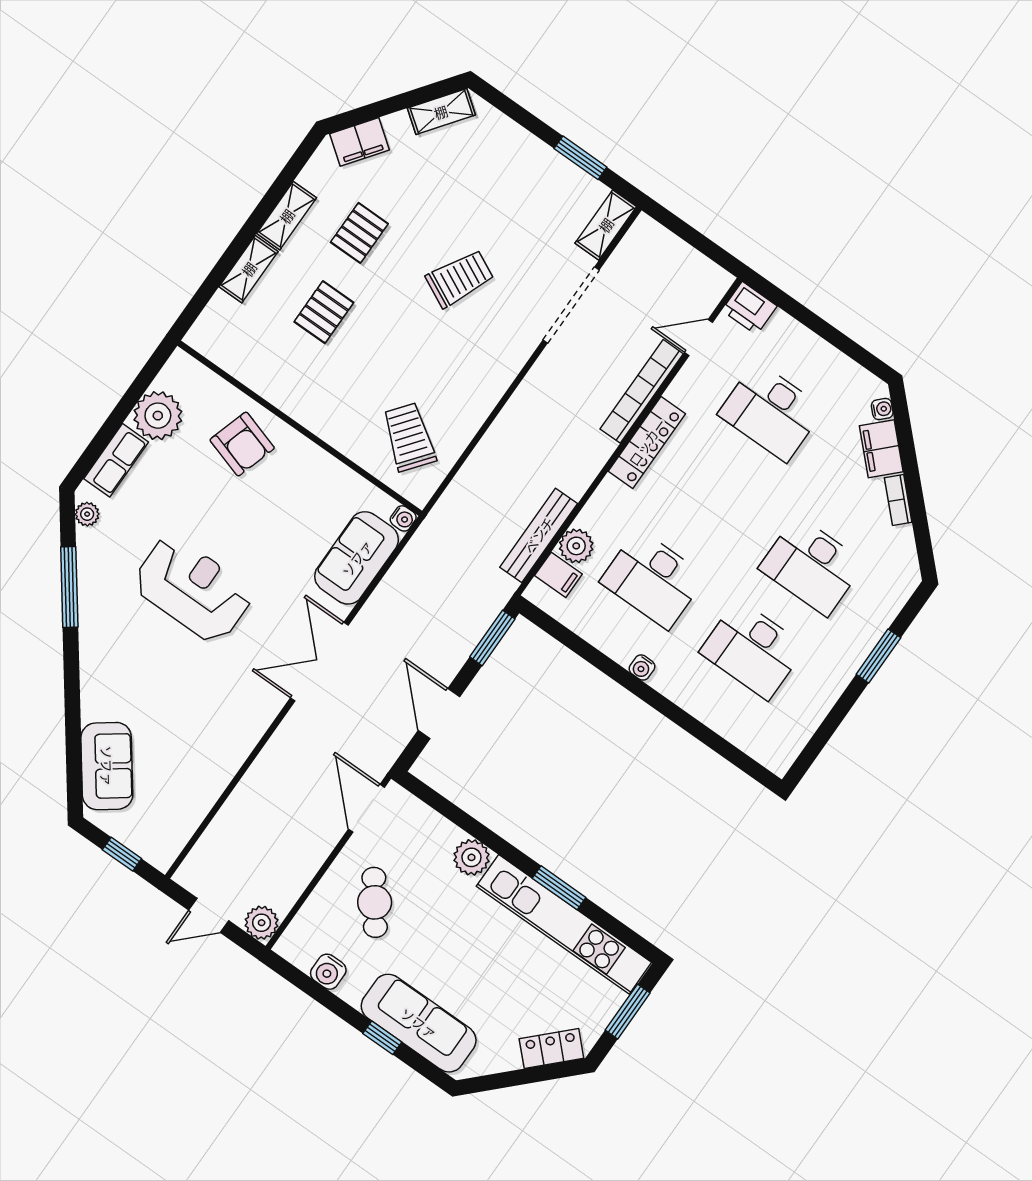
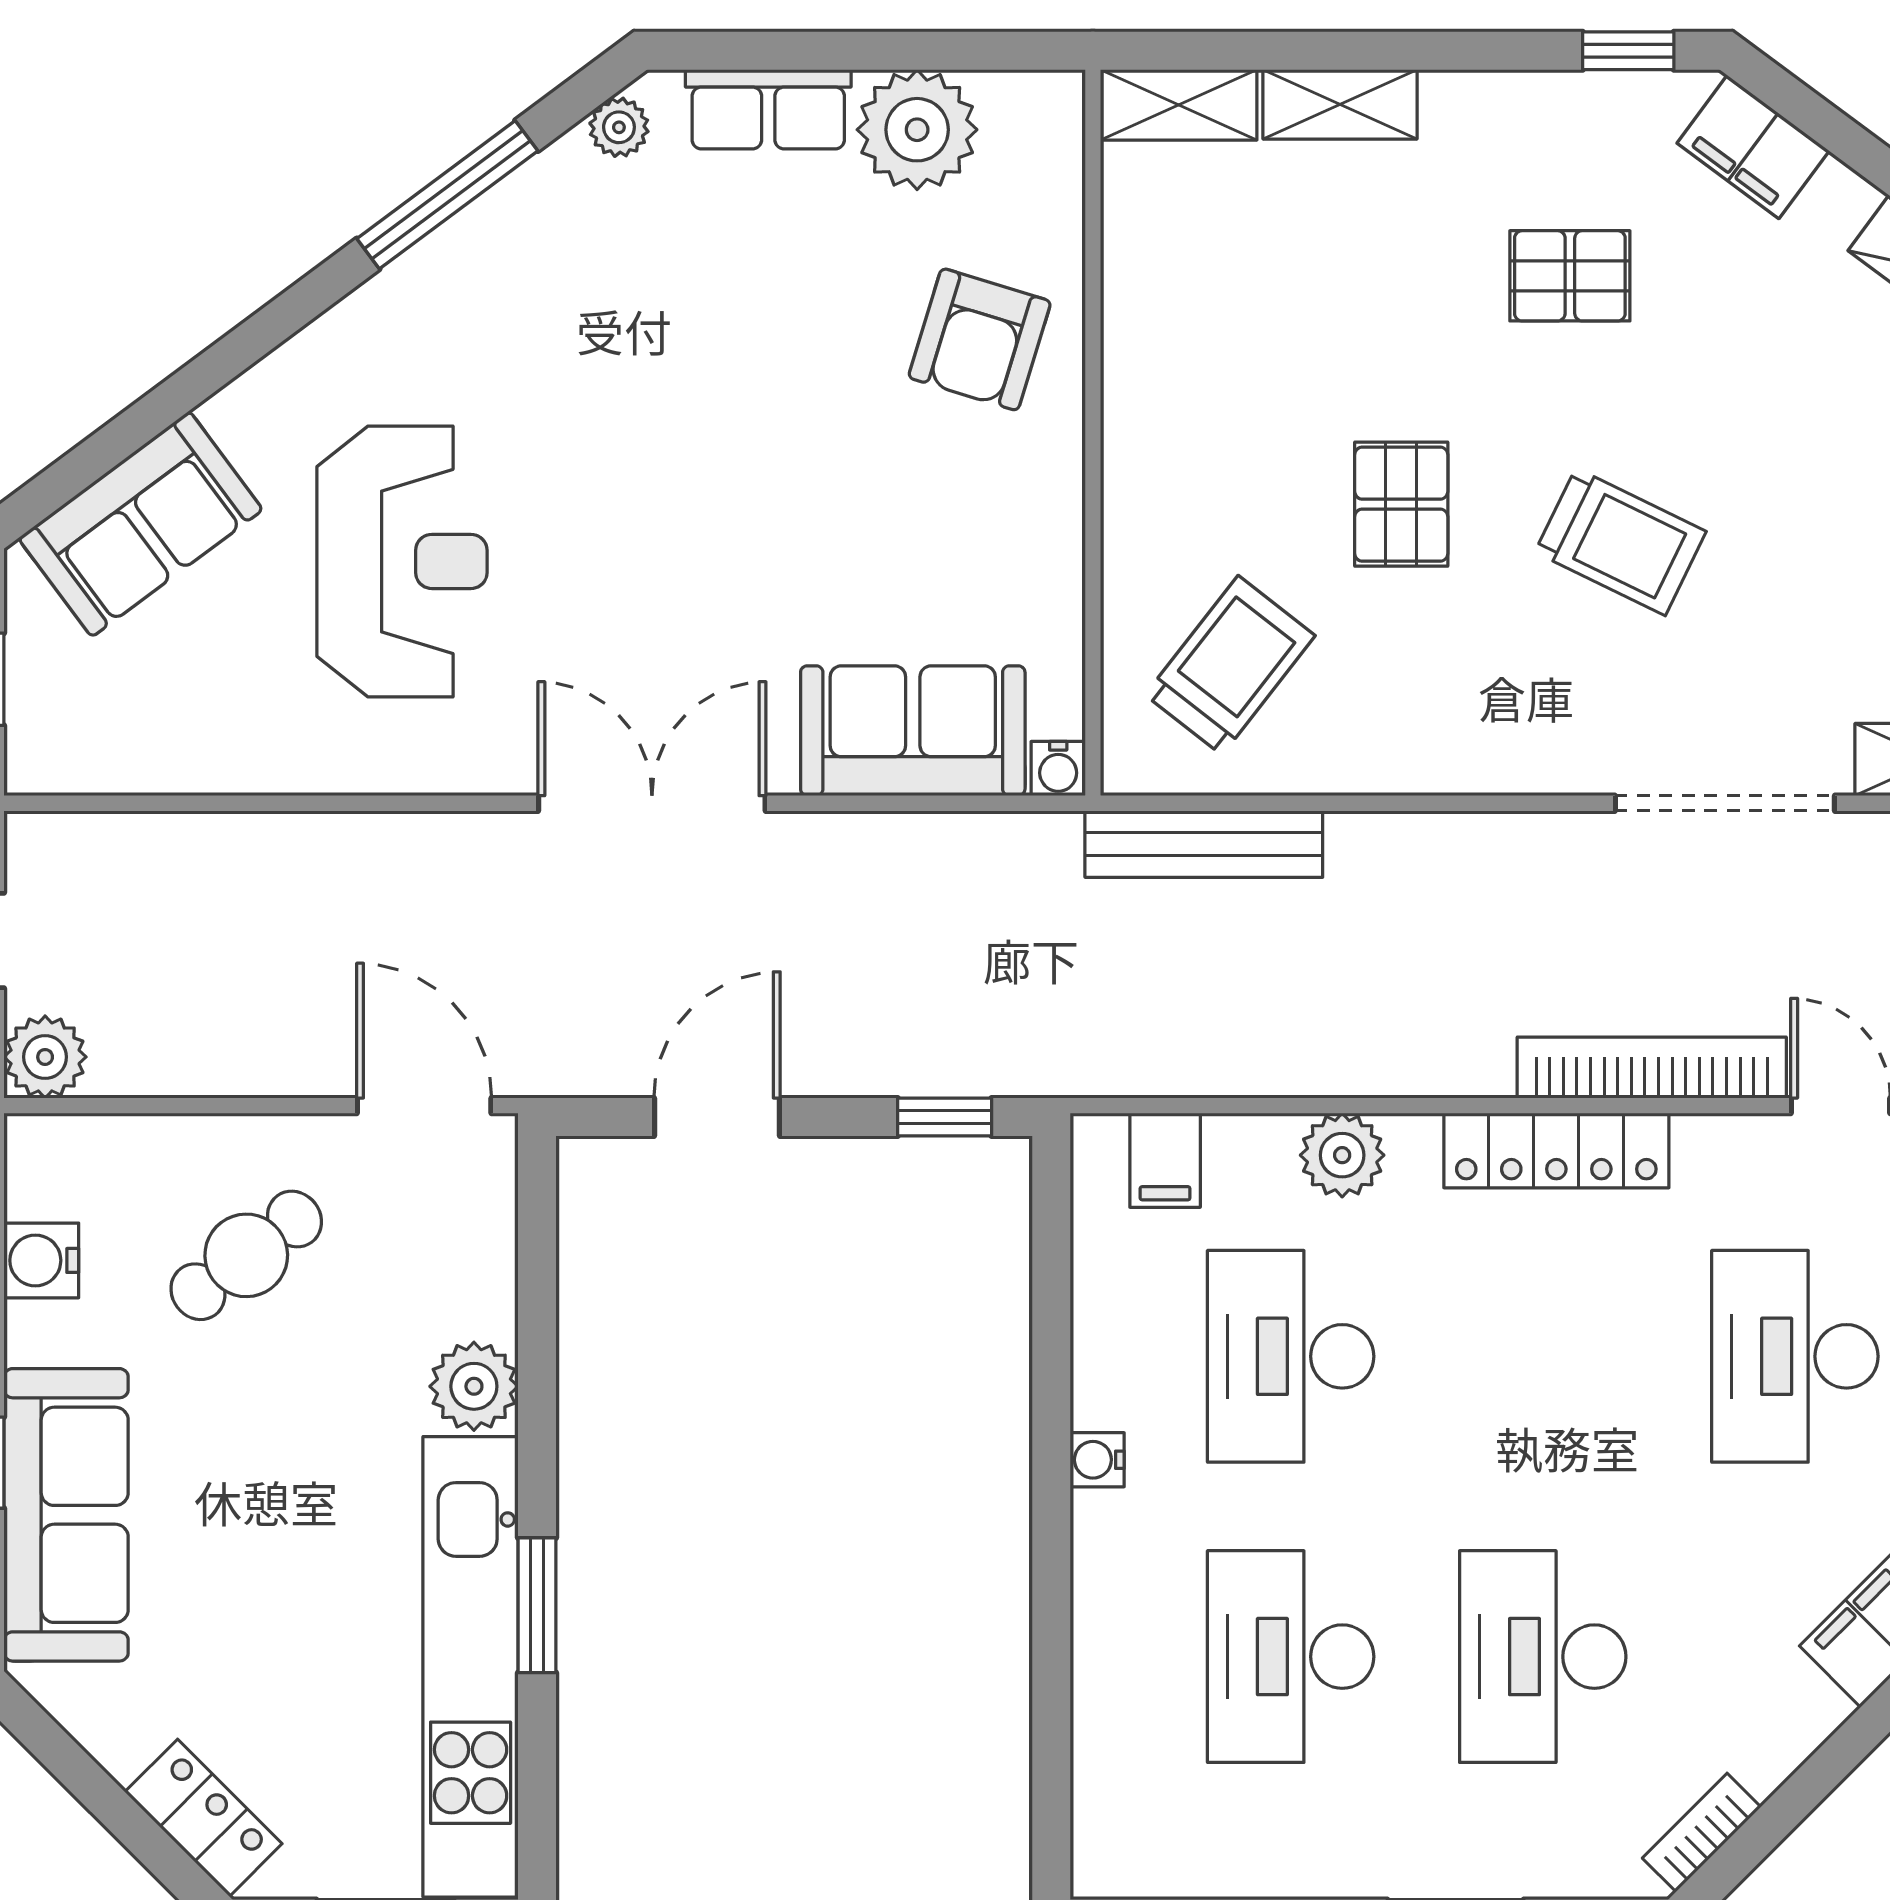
window: (298, 161) -> (1628, 51), added
shelving: (287, 216) -> (1179, 105), moved
pallet: (324, 312) -> (1401, 504), moved, turned 90
bookcase: (898, 500) -> (1702, 1833), moved
bench: (539, 535) -> (1204, 844), moved
plant: (576, 546) -> (1342, 1155), moved
reception desk: (193, 589) -> (402, 561), moved
window: (492, 638) -> (945, 1117), width x0.67
door: (367, 808) -> (424, 1106), hinge flipped

